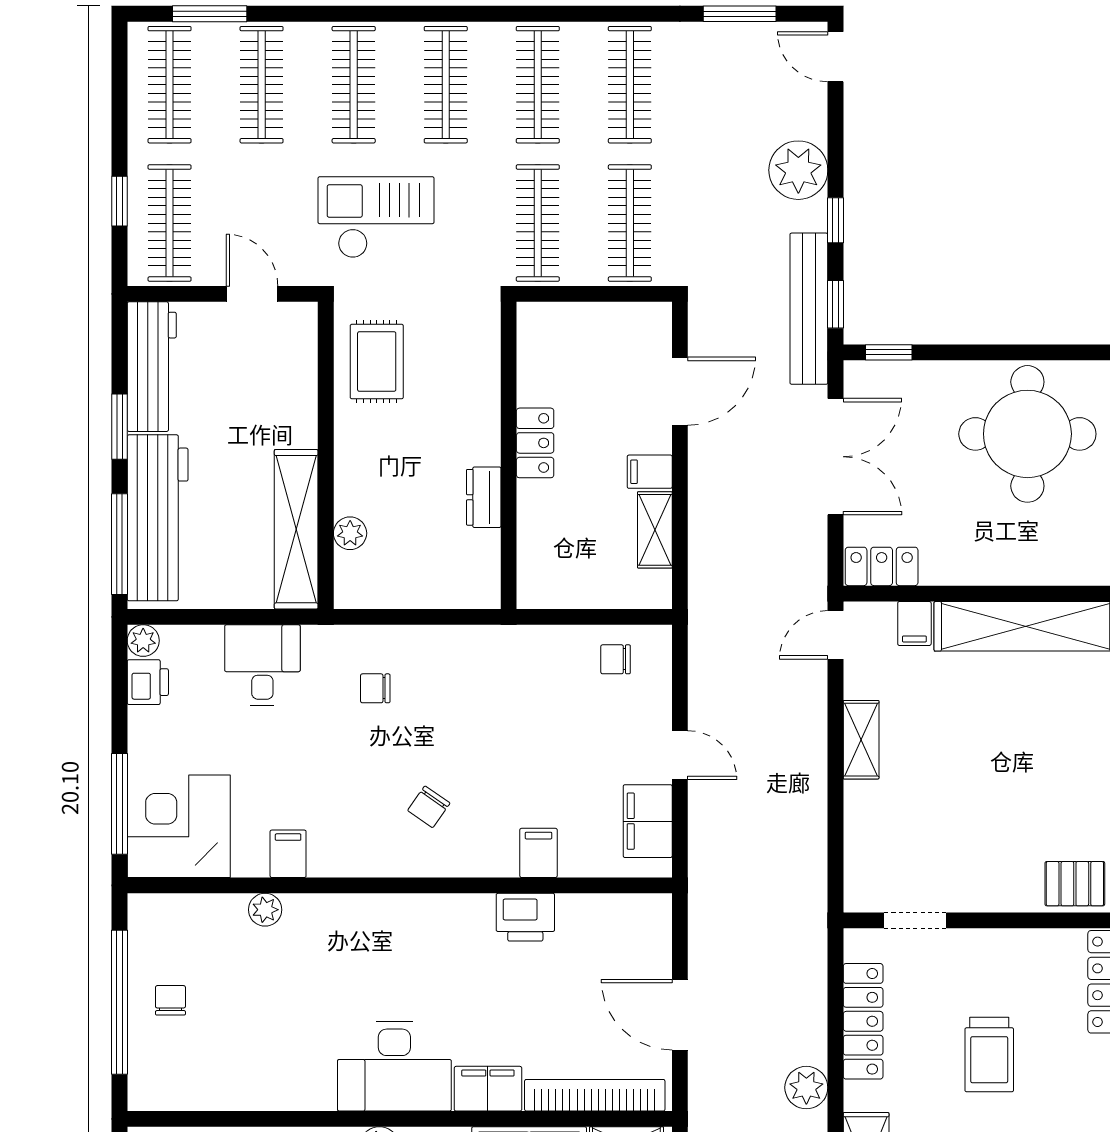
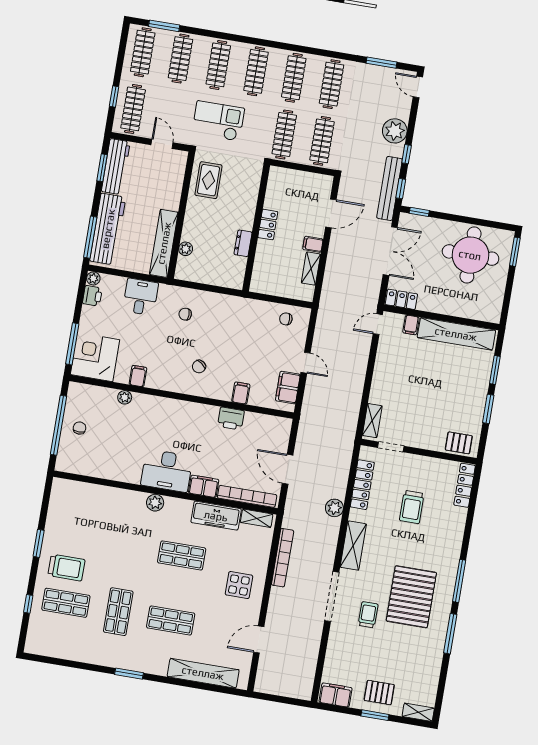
window: (120, 427) -> (102, 168), moved
shelving: (861, 740) -> (372, 421), moved

